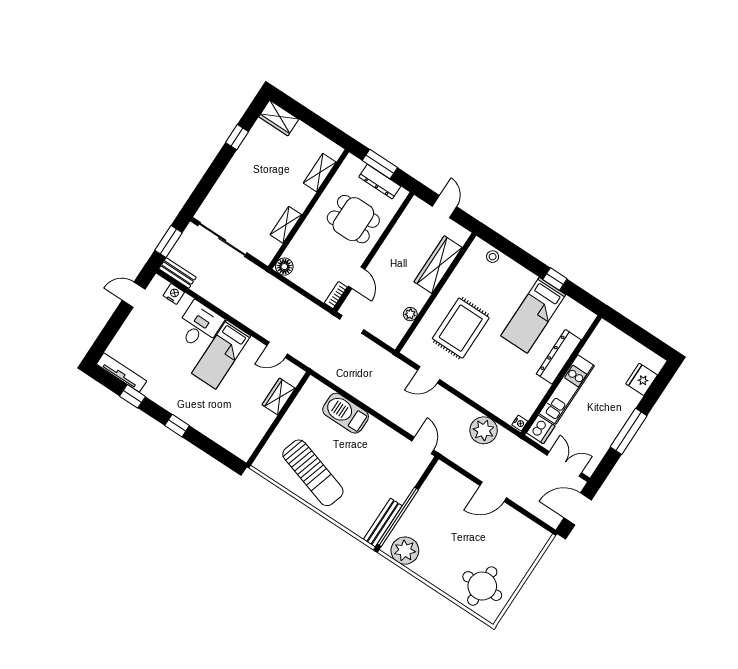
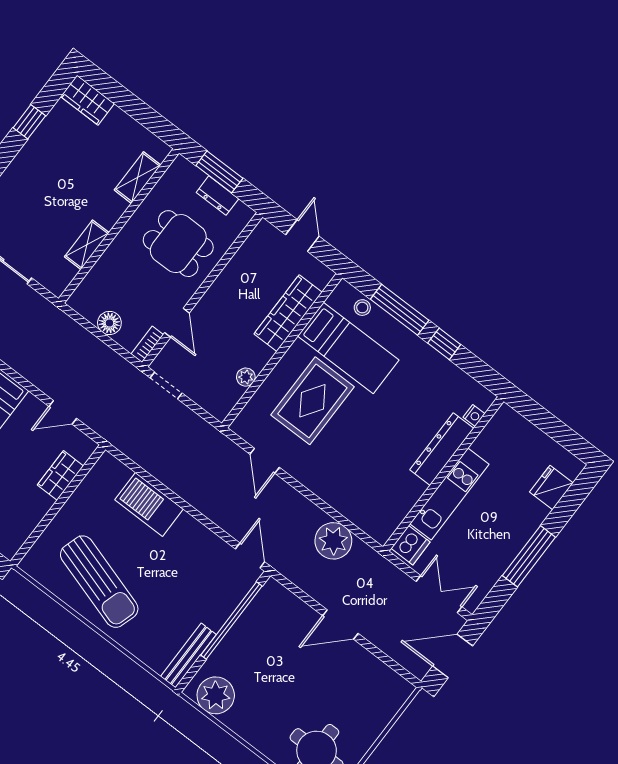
dresser: (380, 182) -> (217, 196), width x0.70
window: (520, 256) -> (400, 310), added
floor lamp: (284, 267) -> (109, 323), moved
bed: (533, 315) -> (348, 348), moved, turned -90
door: (429, 375) -> (265, 461), hinge flipped
nightstand: (520, 423) -> (474, 416), moved
window: (398, 517) -> (231, 621), moved

